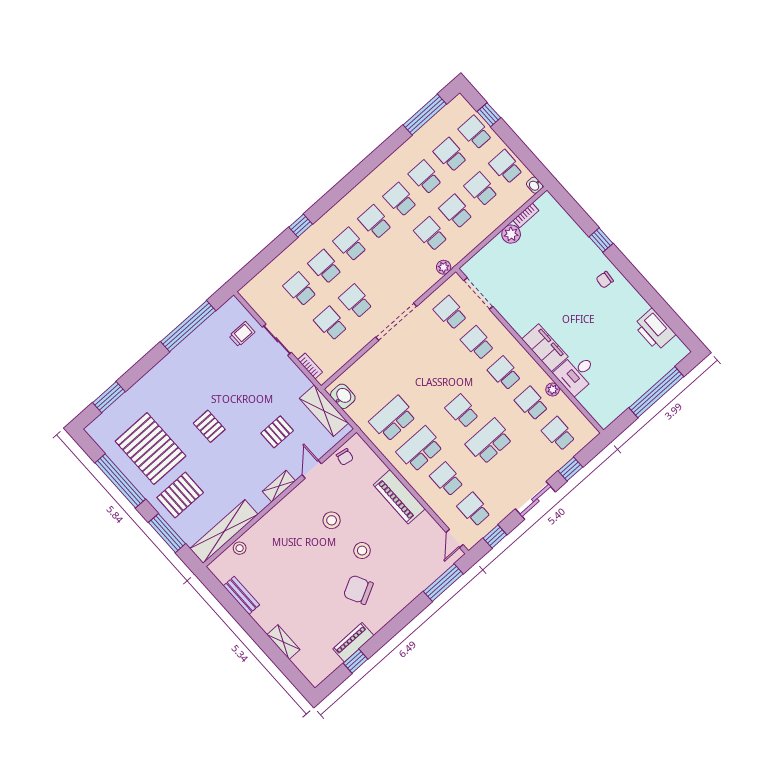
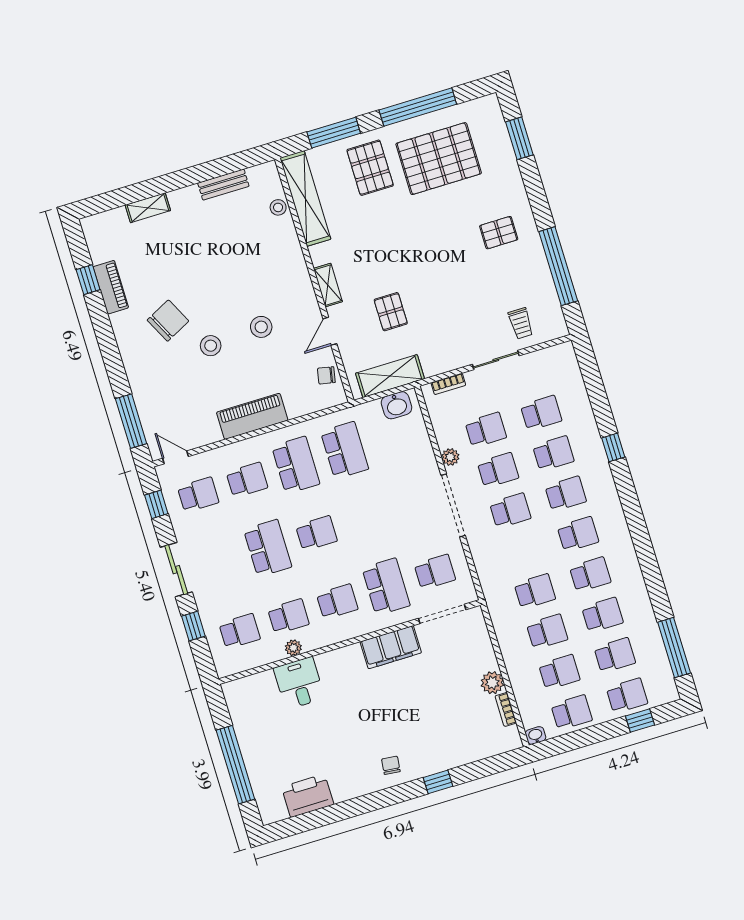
plant: (444, 267) -> (450, 457), moved
school desk: (381, 279) -> (510, 511), added
school desk: (477, 343) -> (386, 587), width x1.85
filing cabinet: (545, 348) -> (391, 647), moved
pallet: (209, 426) -> (499, 233), moved
door: (312, 469) -> (330, 331), swing flipped

